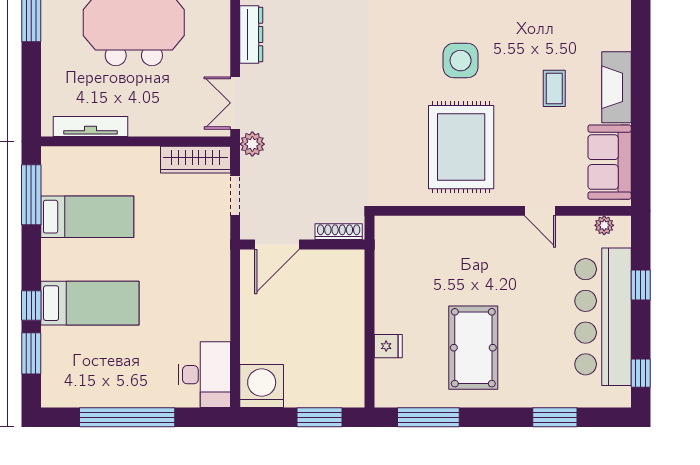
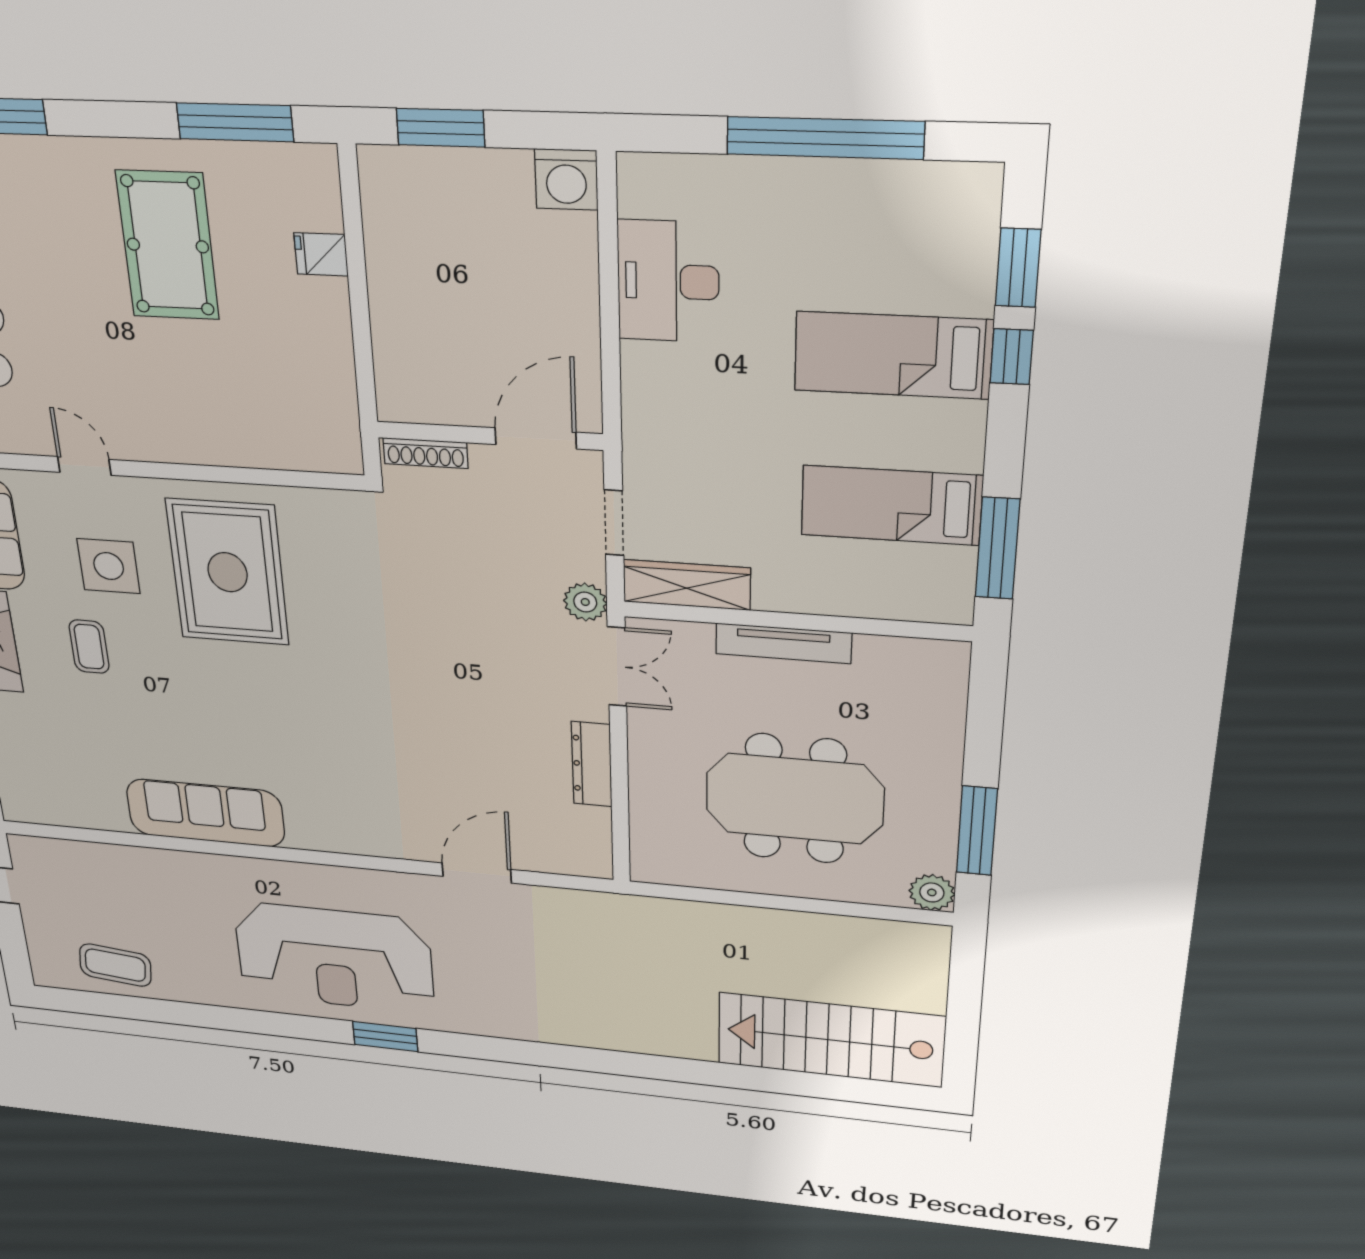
side table: (461, 61) -> (109, 566), moved
tv unit: (91, 127) -> (783, 643), moved
desk: (204, 375) -> (668, 281), moved
washing machine: (262, 386) -> (566, 179), width x0.73, depth x0.73

